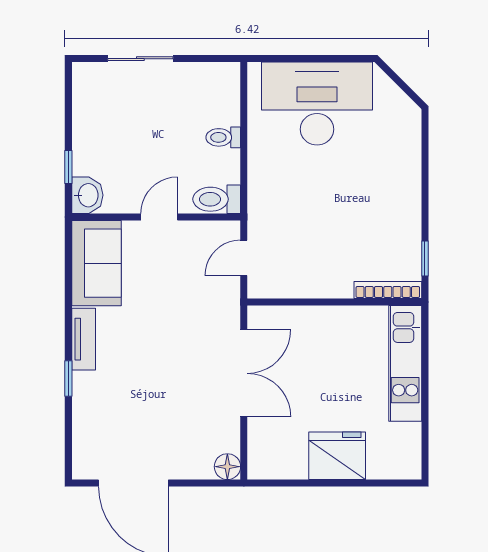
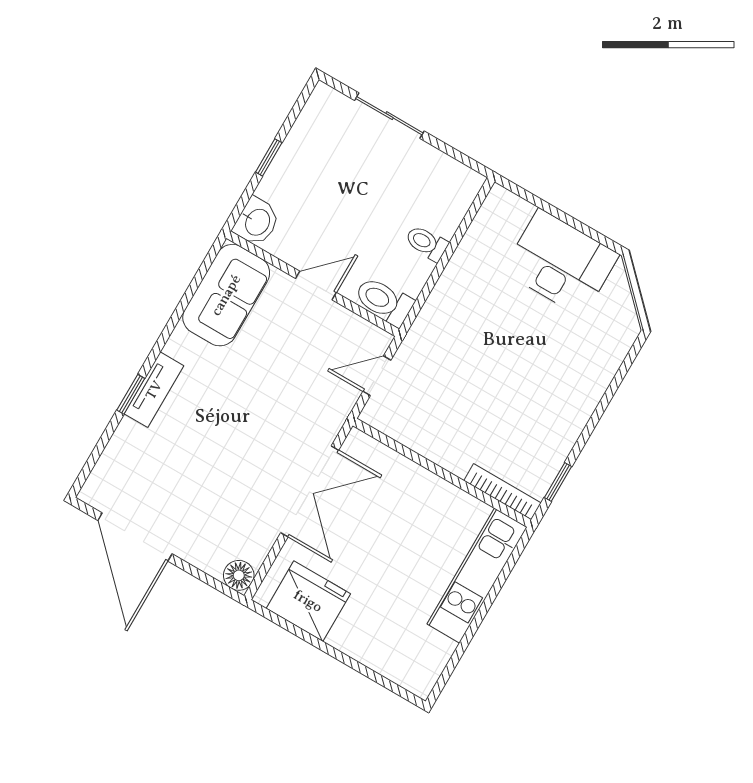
desk: (317, 104) -> (561, 263), width x0.73, depth x0.77
window: (68, 167) -> (269, 157), moved
tv unit: (84, 339) -> (154, 390), moved
fridge: (337, 456) -> (308, 601), moved

